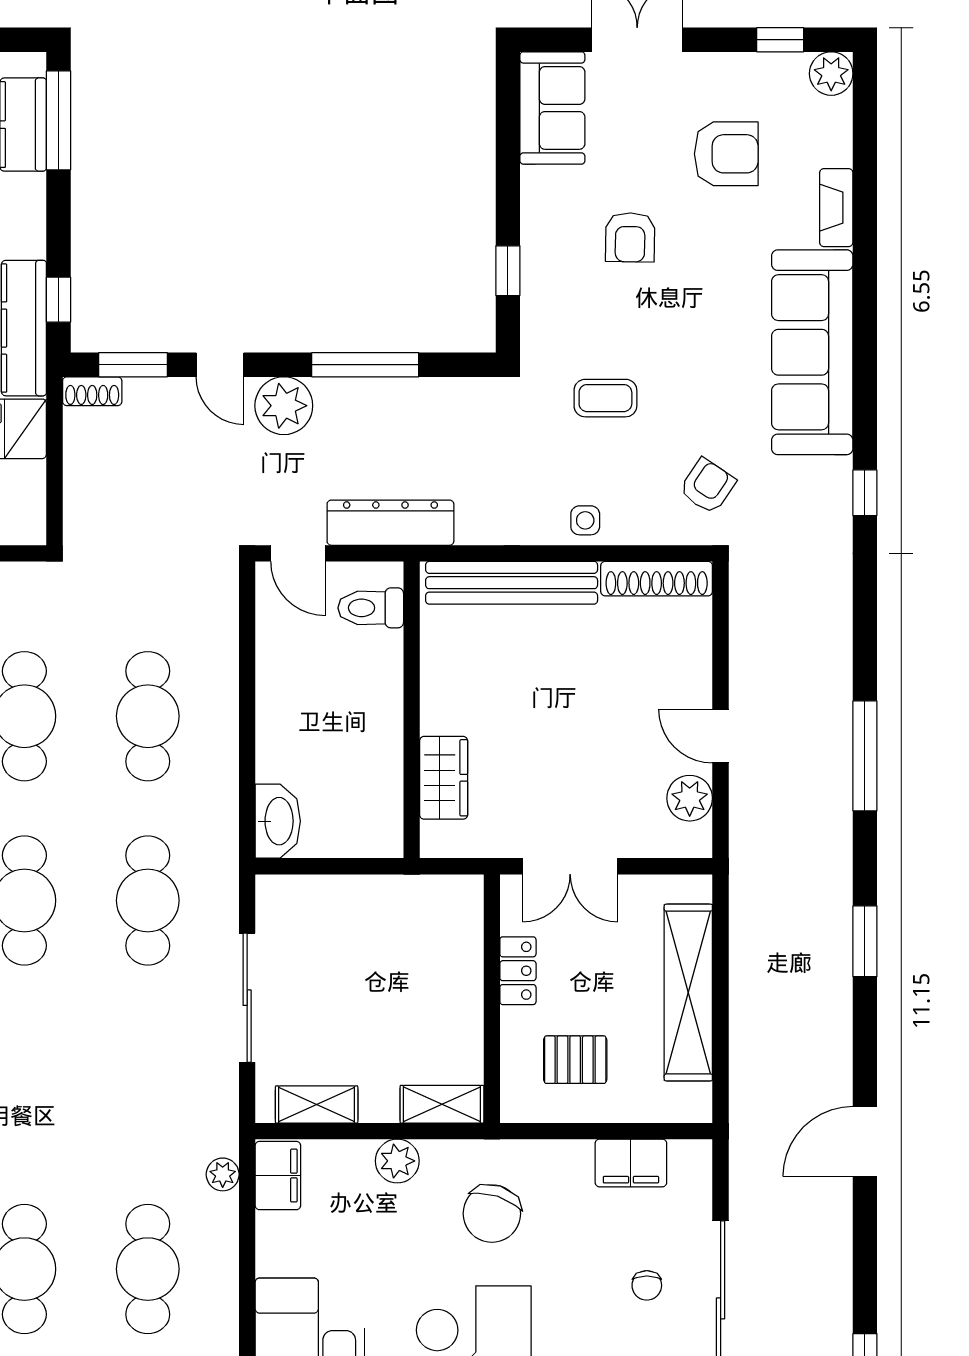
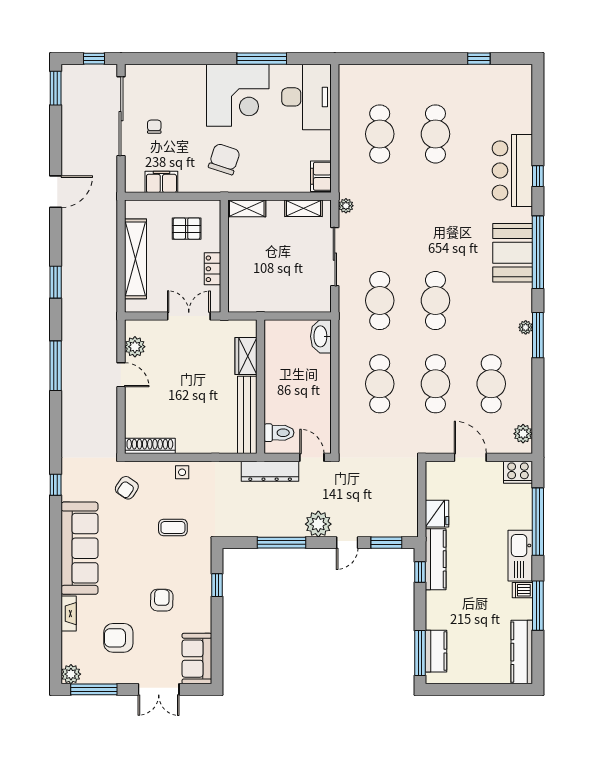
window: (780, 40) -> (94, 689), width x2.17
door: (220, 365) -> (347, 543), swing flipped
shoe rack: (92, 391) -> (405, 531), removed
bench: (512, 583) -> (247, 415), moved, turned 90
plant: (397, 1161) -> (267, 183), removed
plant: (223, 1174) -> (346, 206), moved

